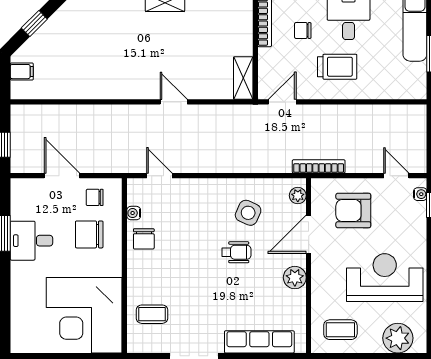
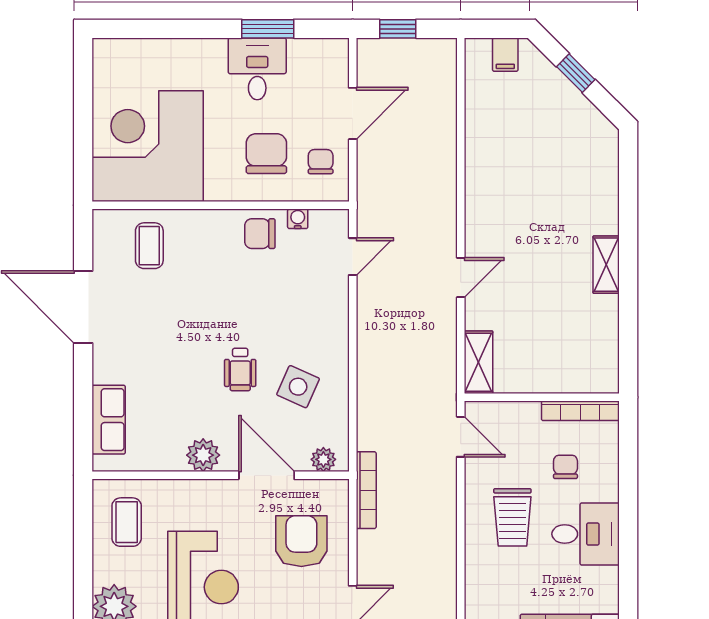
shelving: (243, 78) -> (478, 362), moved, turned 90
row of seats: (259, 342) -> (109, 420), width x0.68

